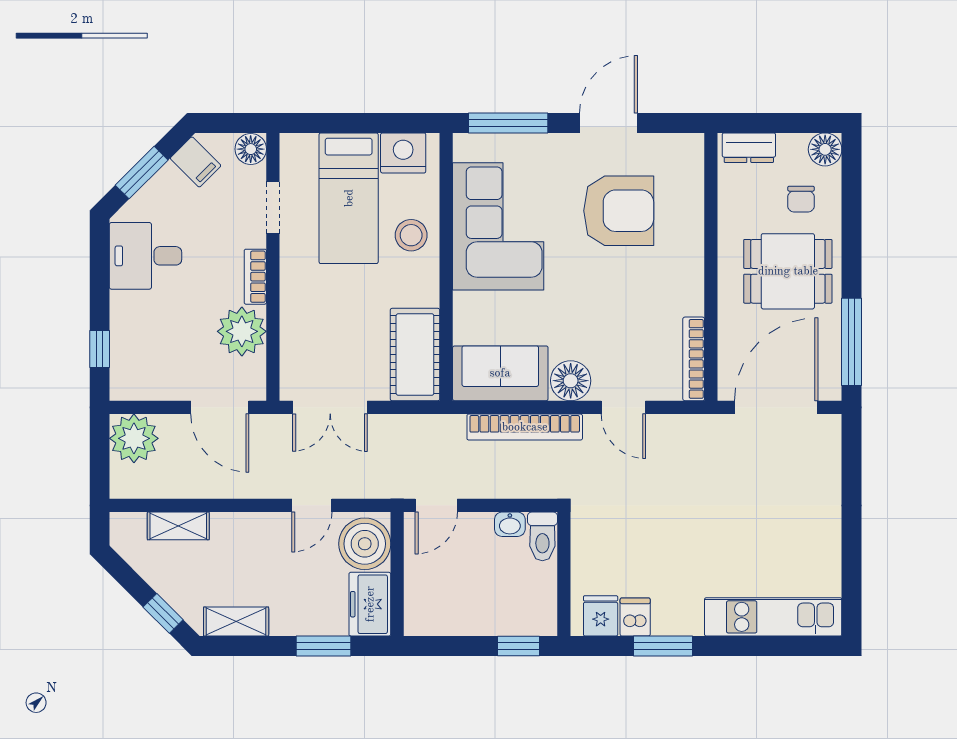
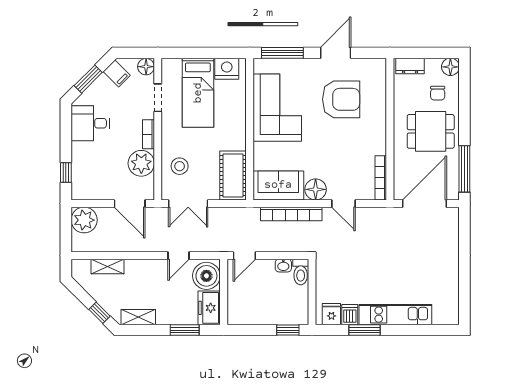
stool: (411, 235) -> (180, 166), moved
kitchen unit: (773, 617) -> (395, 315), moved

